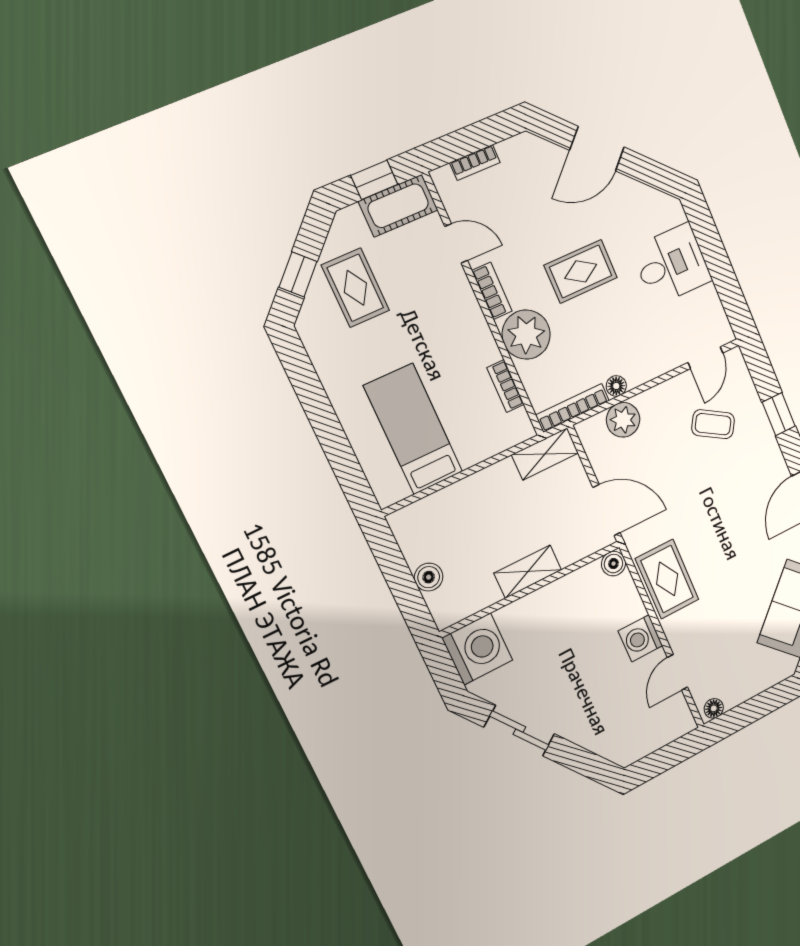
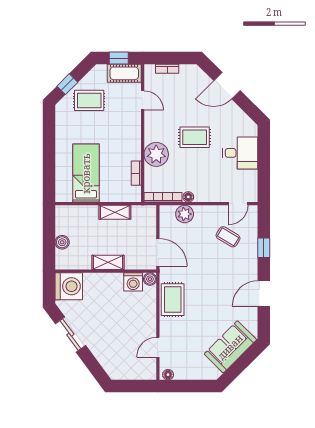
rug: (355, 288) -> (89, 100), turned 90
bookcase: (492, 291) -> (149, 128), removed
shelving: (545, 454) -> (115, 212), moved
washing machine: (640, 638) -> (133, 282), moved, turned -90

